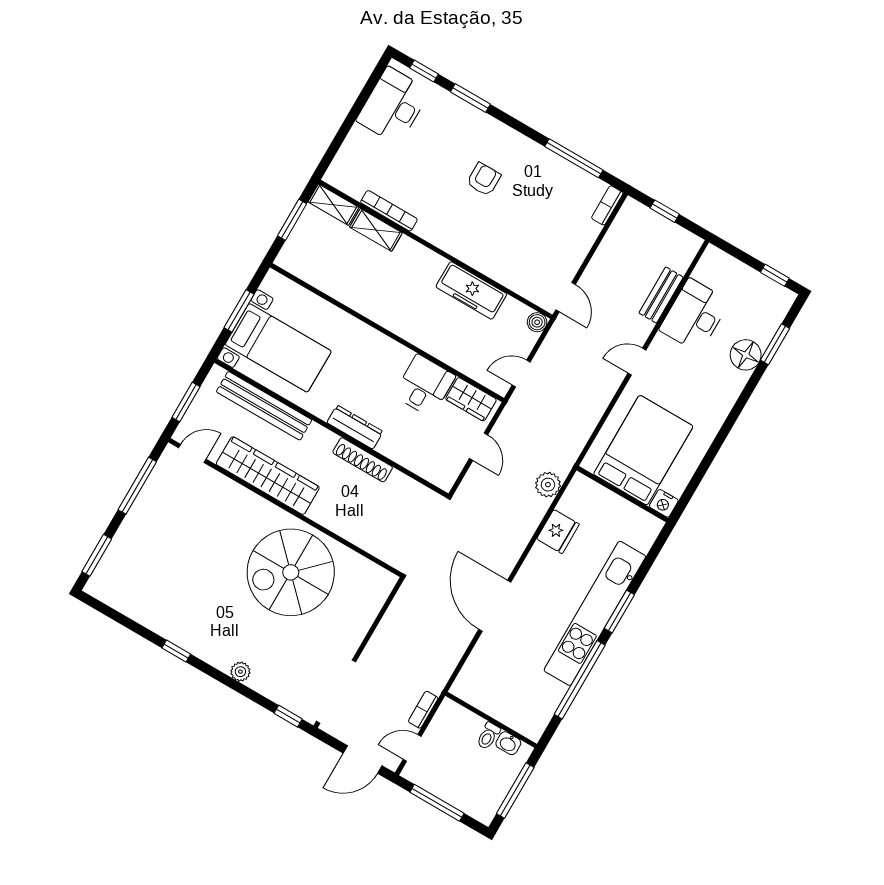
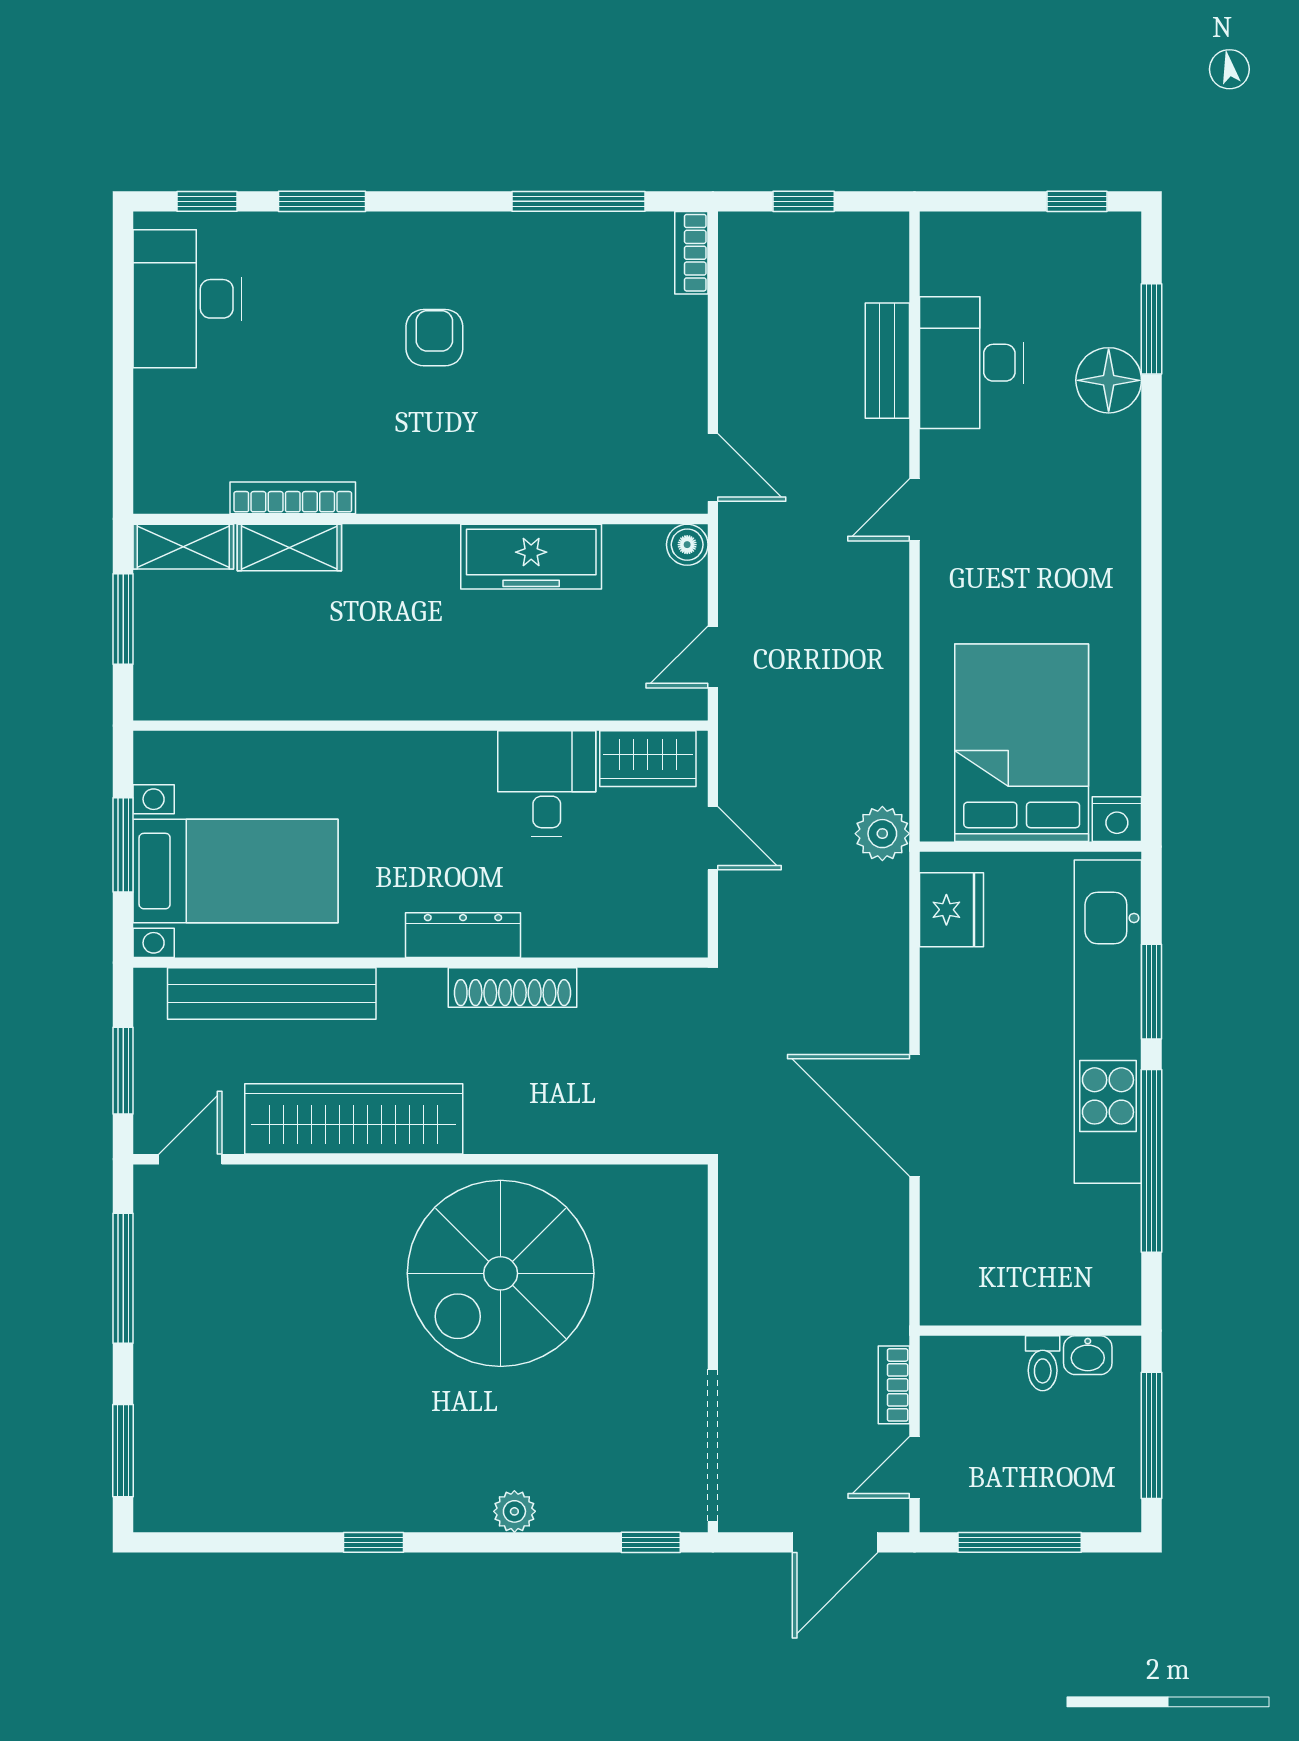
bed: (643, 450) -> (1022, 743), moved
wall: (622, 494) -> (1030, 847), moved
nightstand: (664, 503) -> (1117, 819), moved

